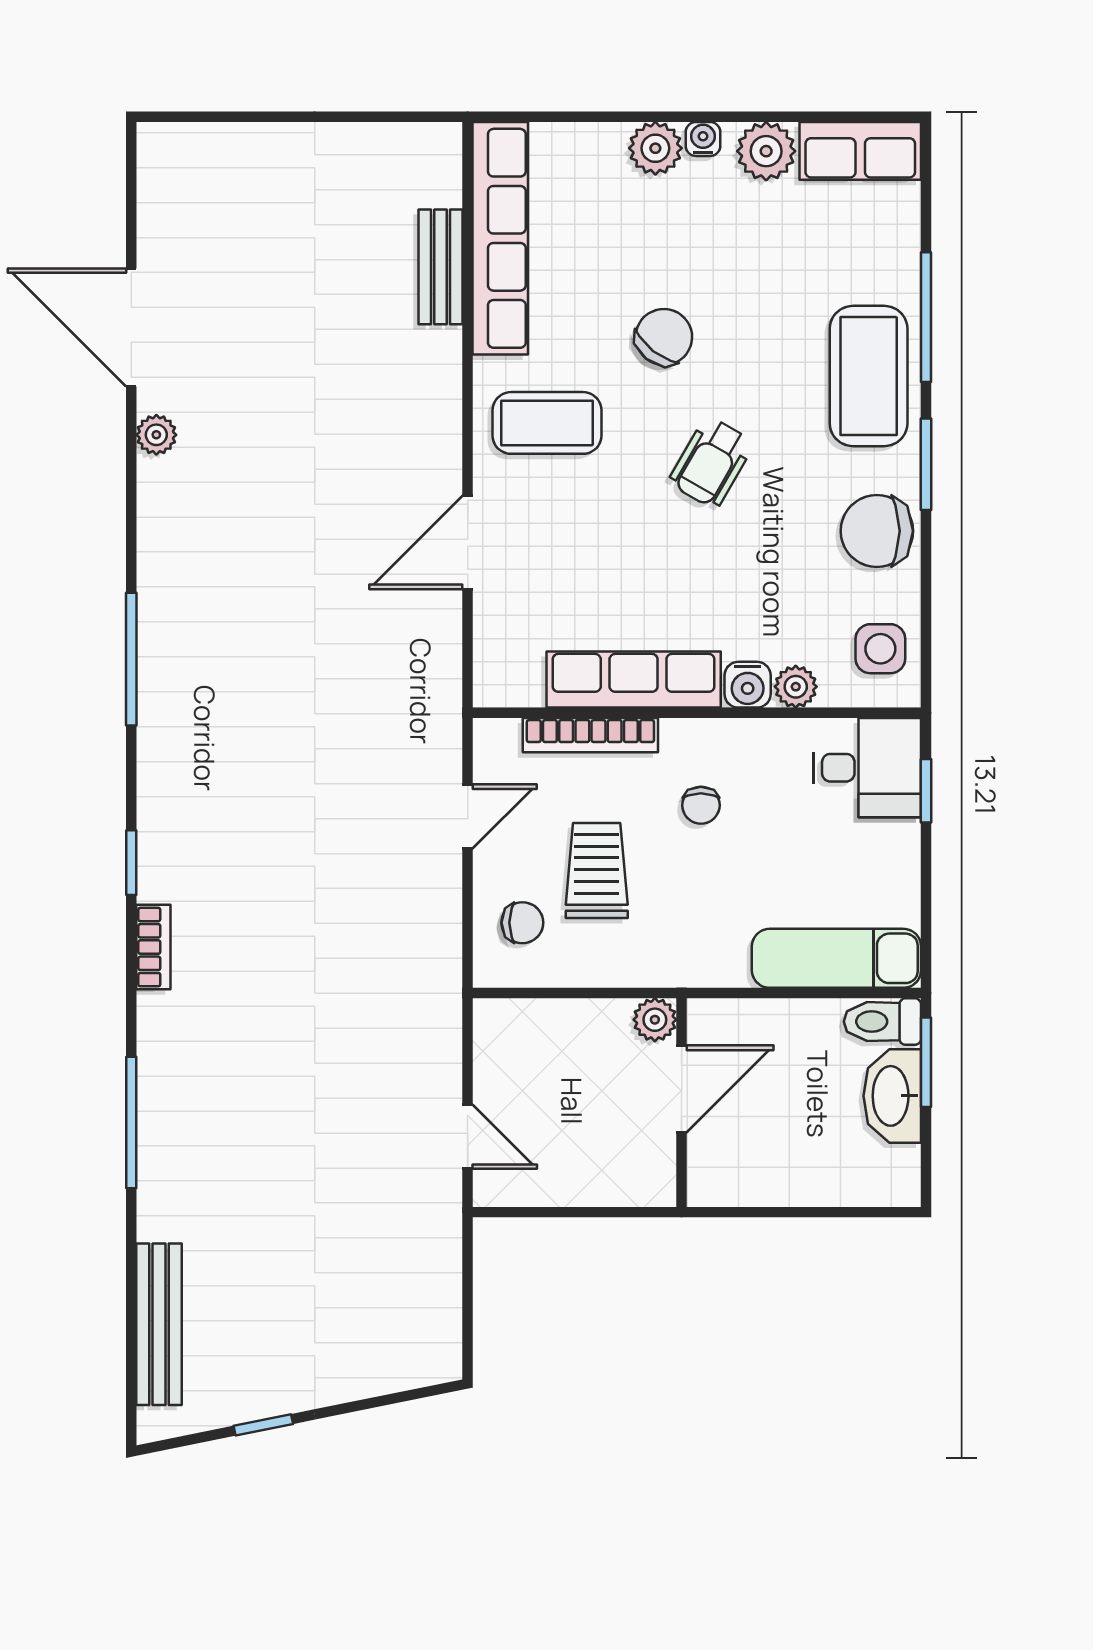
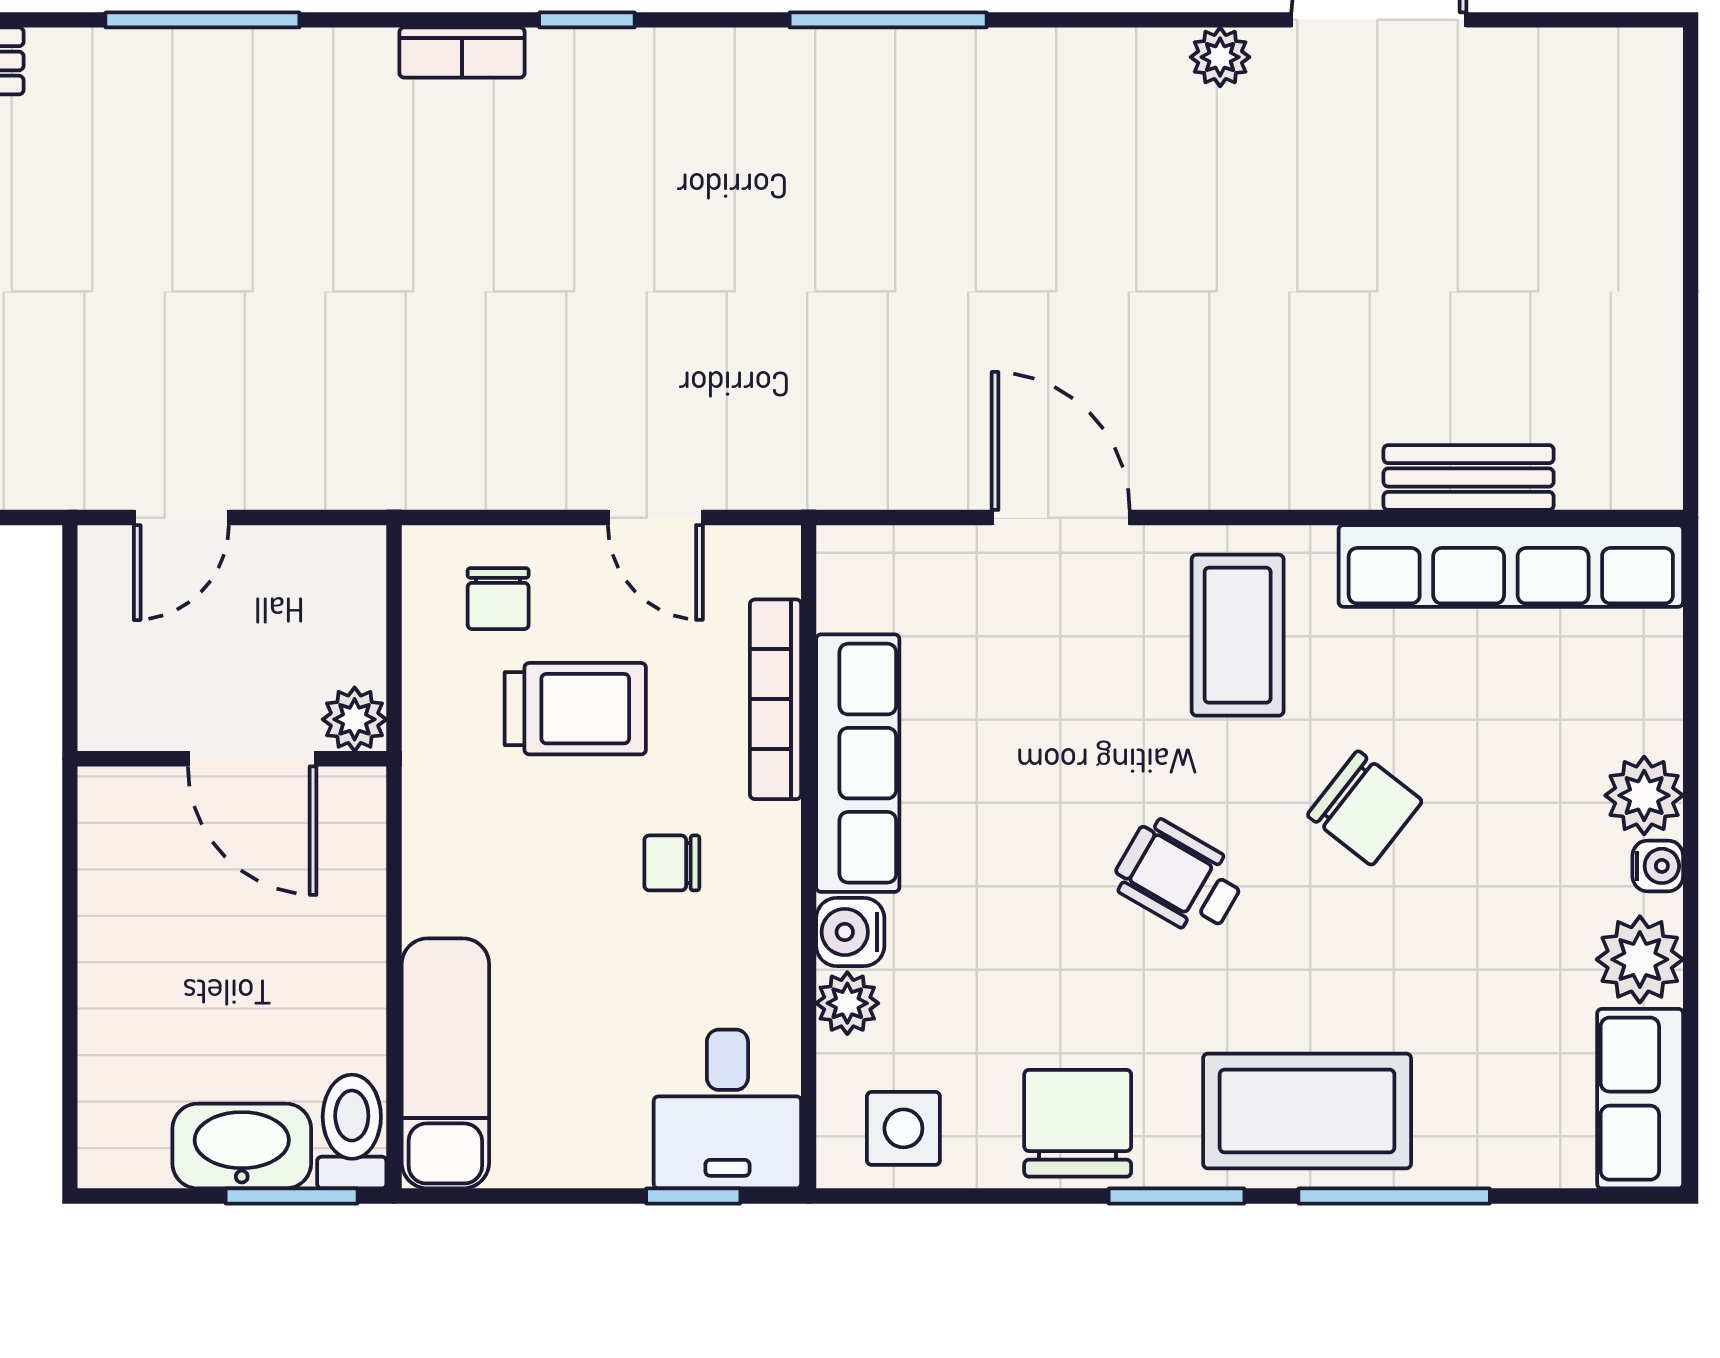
plant: (655, 1020) -> (355, 719), moved
door: (682, 1089) -> (252, 759), moved
wall: (682, 1103) -> (232, 759), moved

